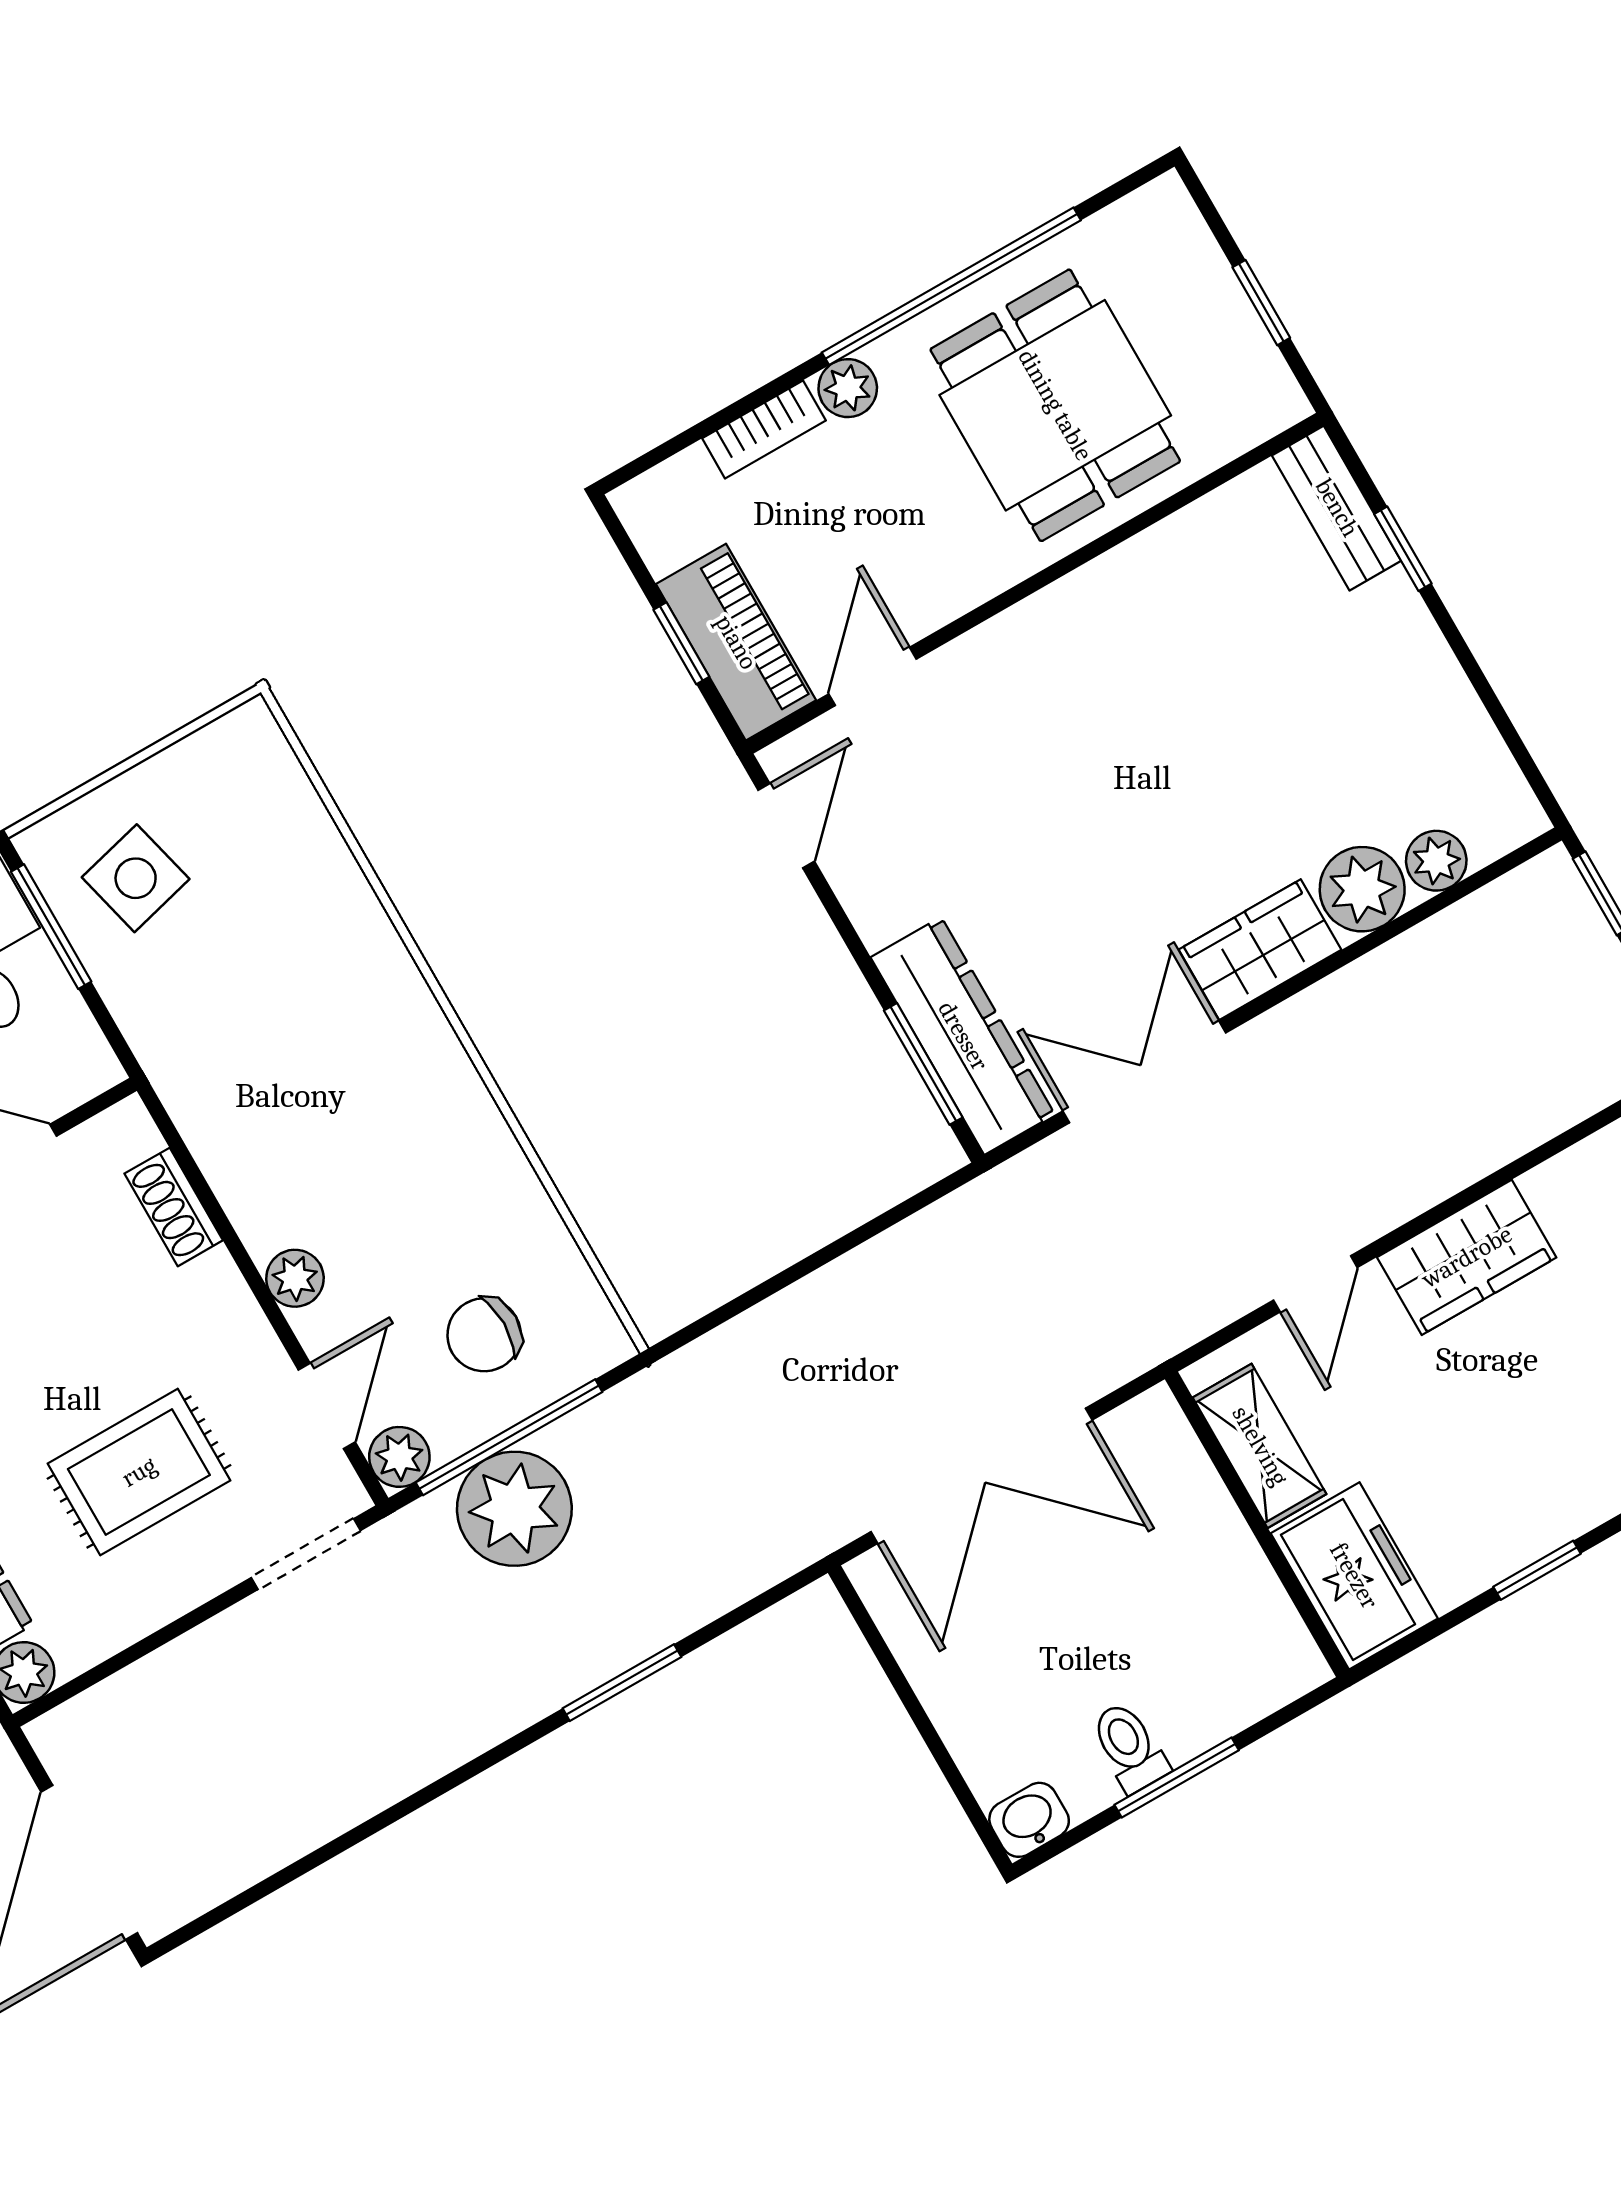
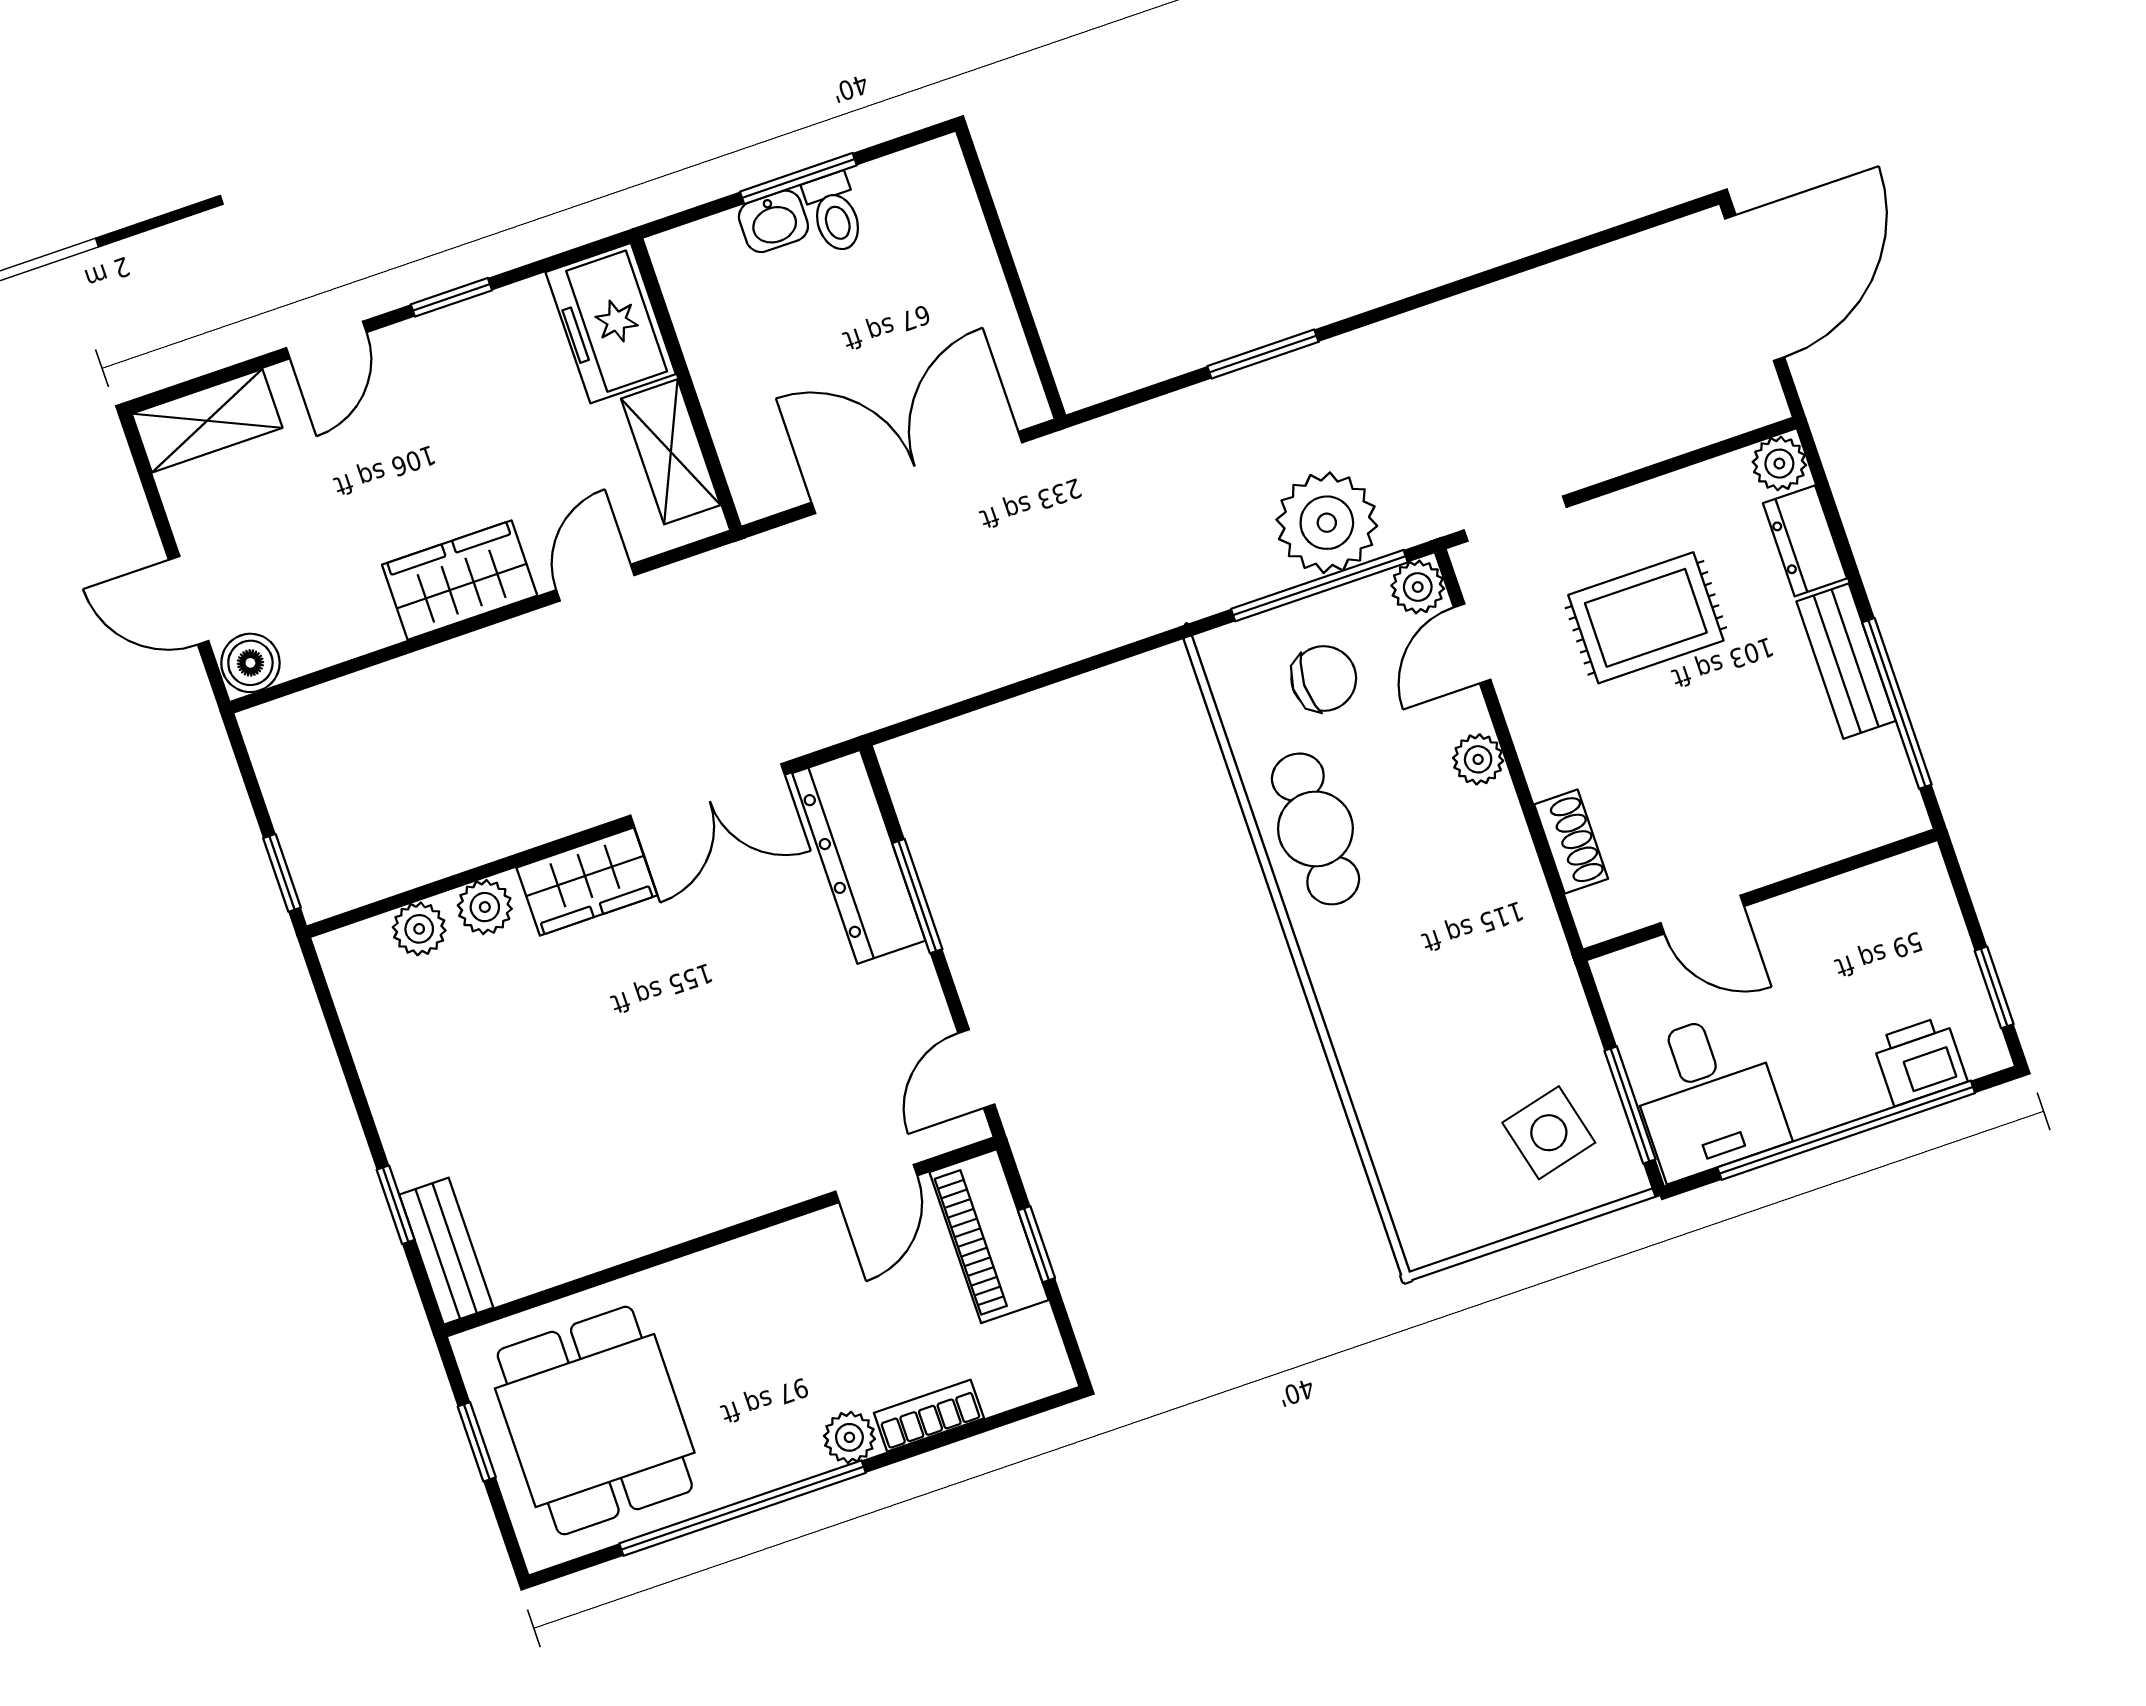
dining table: (1055, 405) -> (595, 1421), moved
plant: (1362, 889) -> (485, 907), width x0.73, depth x0.73
window: (923, 1064) -> (917, 896), moved
cafe table: (461, 1166) -> (1315, 829), added
washbasin: (1029, 1820) -> (773, 221), moved

